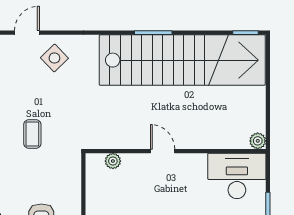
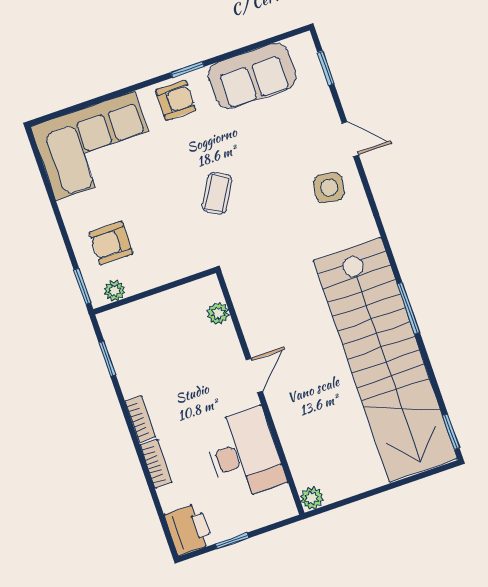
side table: (54, 58) -> (329, 188), turned -36
coffee table: (32, 134) -> (217, 193), turned -59
desk: (237, 176) -> (244, 454), moved

